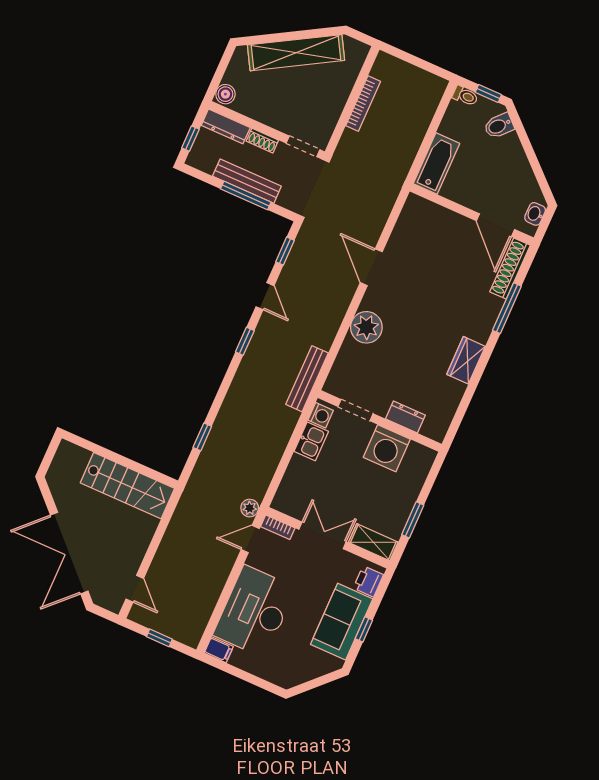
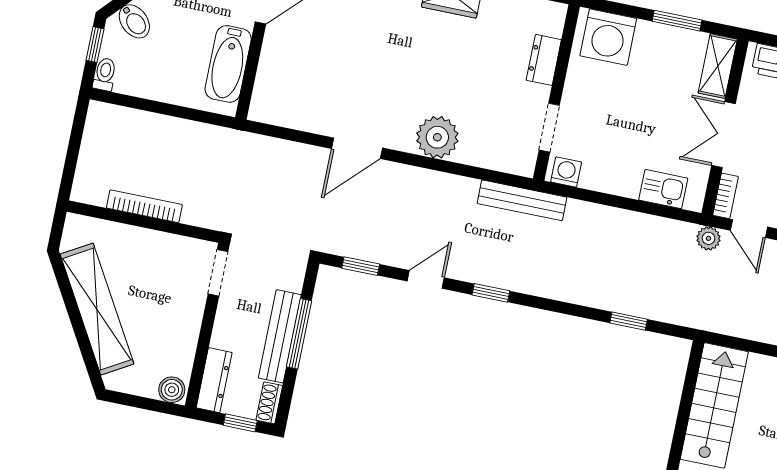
shoe rack: (262, 141) -> (269, 403), moved, turned 180
bathtub: (436, 164) -> (228, 64), moved, turned -90
kitchen sink: (311, 441) -> (663, 189), moved
washing machine: (387, 448) -> (608, 37), moved, turned 90

